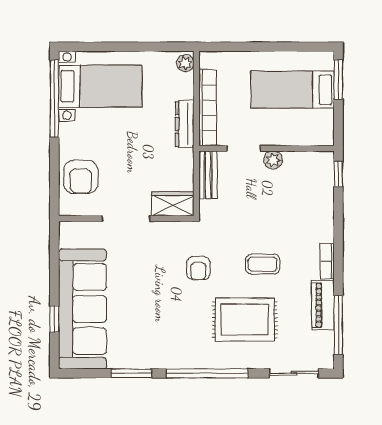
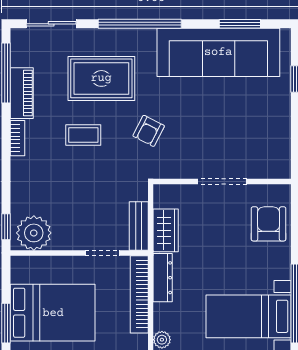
bed: (293, 90) -> (53, 313), width x1.50
plant: (273, 160) -> (34, 233), moved, width x1.88, depth x1.88
wardrobe: (173, 204) -> (166, 230), moved, turned -90
armchair: (198, 268) -> (149, 131), turned -153
sofa: (82, 309) -> (218, 52), moved, turned -90
window: (131, 373) -> (240, 24), moved

